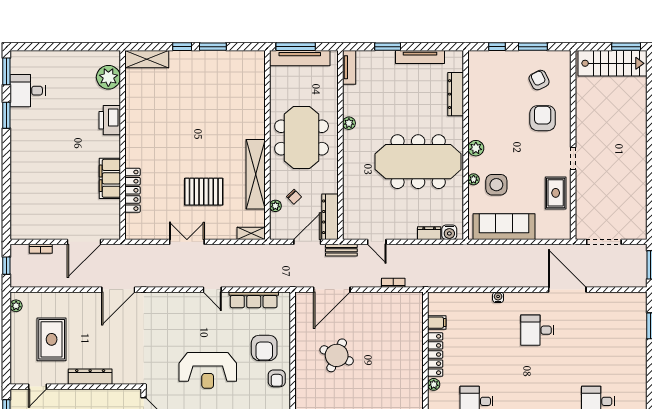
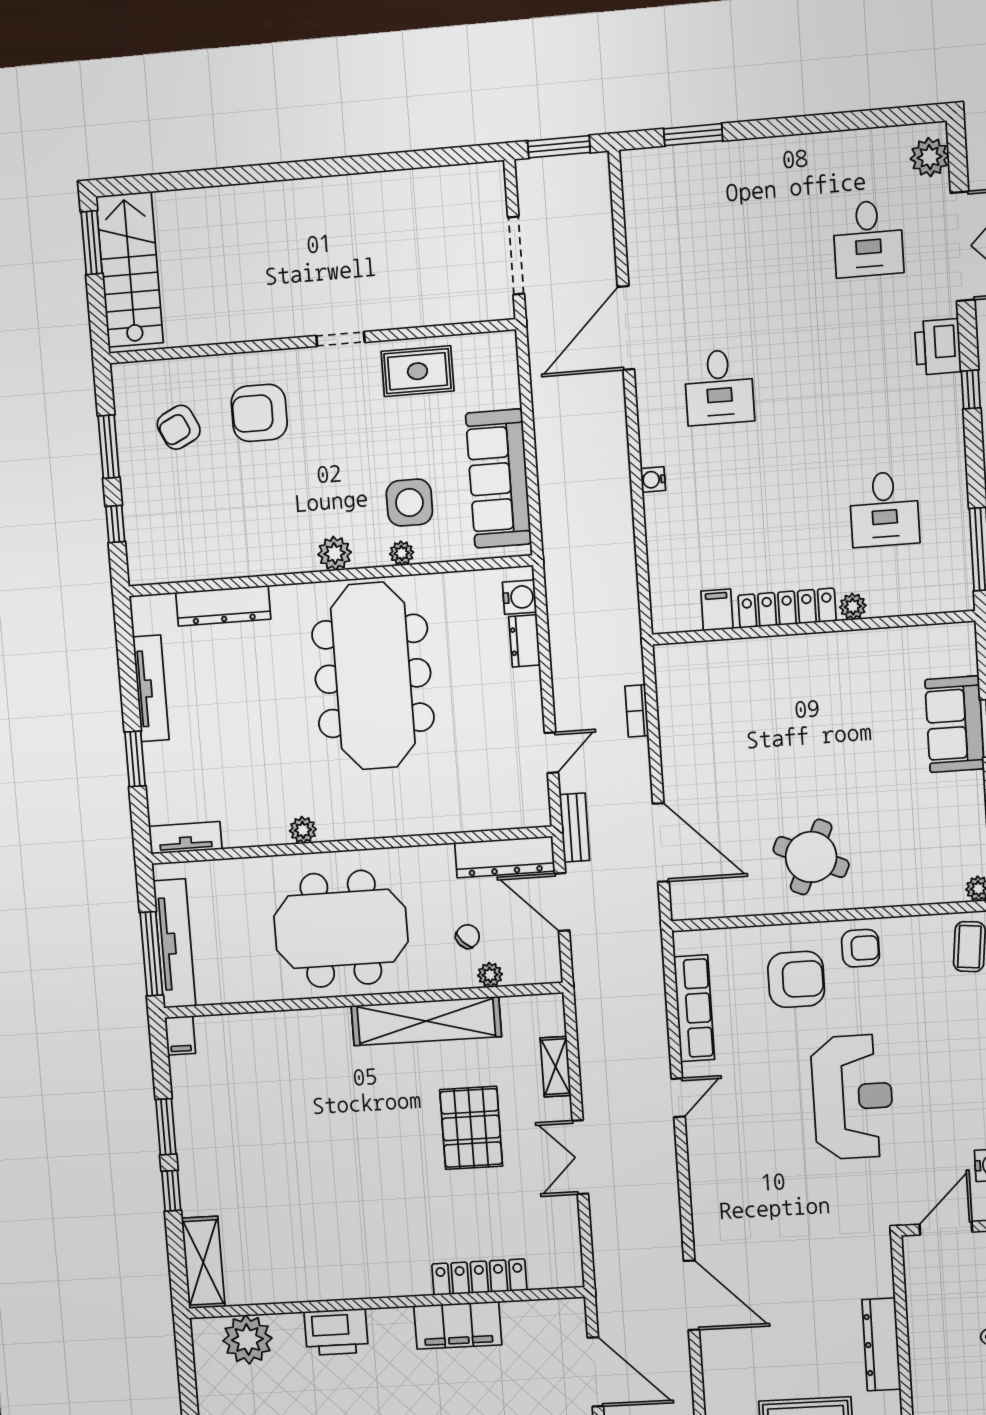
filing cabinet: (256, 57) -> (180, 1035), added
shelving: (251, 233) -> (556, 1067), moved
round table: (337, 355) -> (811, 857), moved

